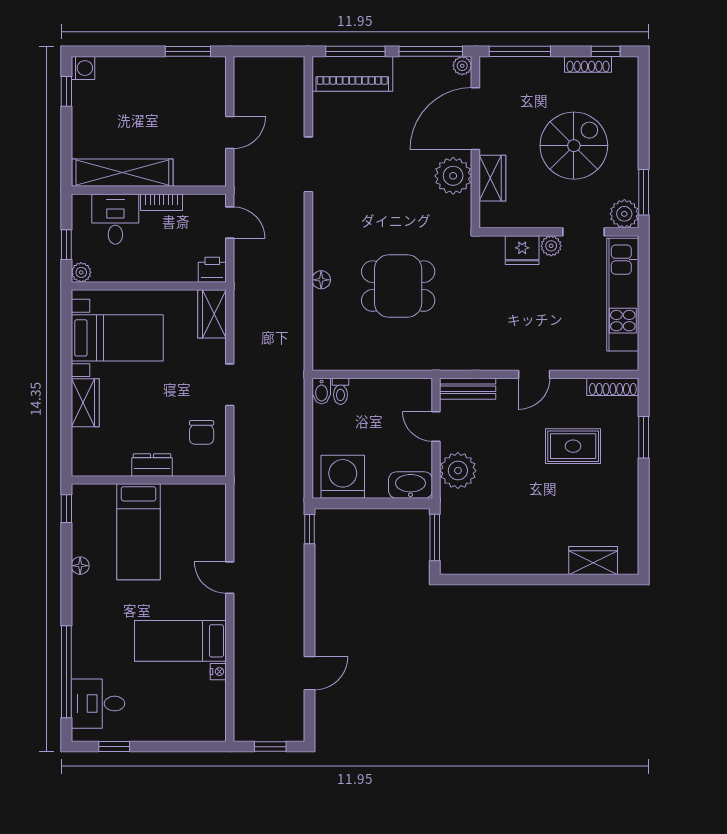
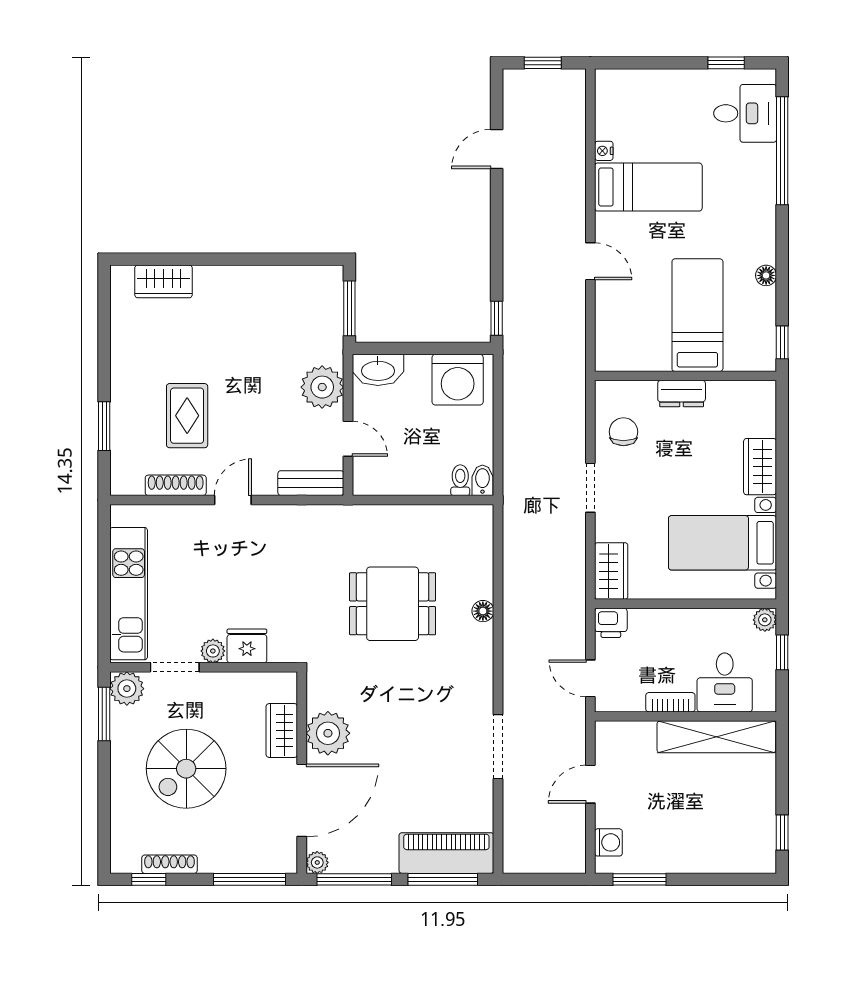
washing machine: (83, 68) -> (608, 842), moved, turned 180
shoe rack: (613, 387) -> (176, 485), moved
rug: (573, 446) -> (187, 416), turned 90

